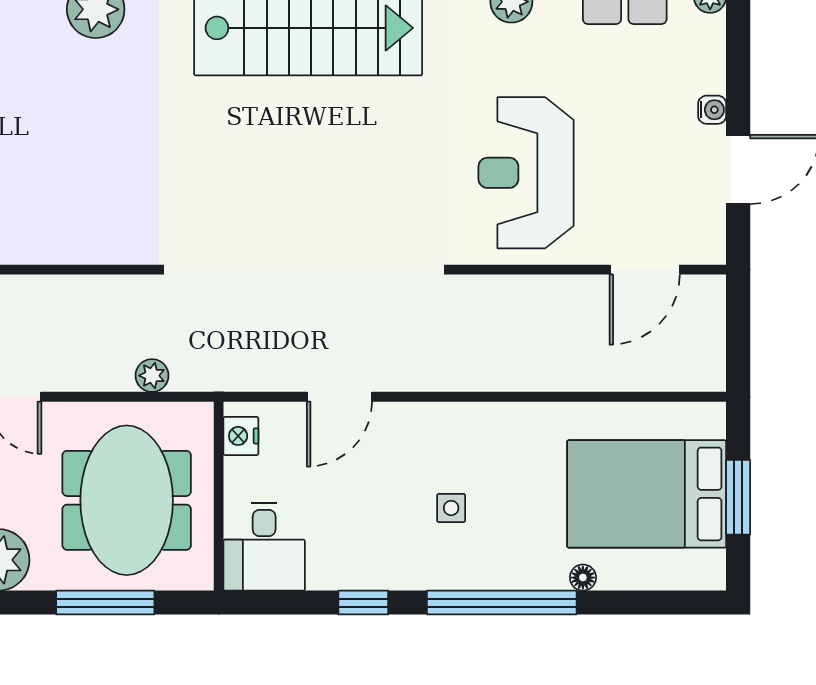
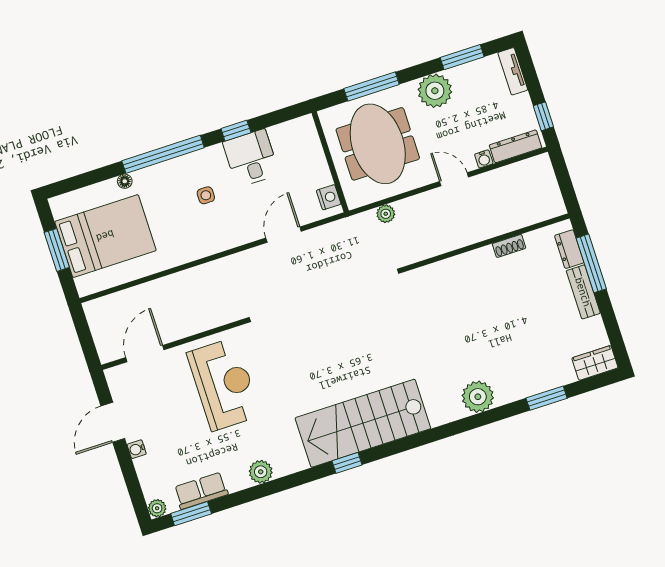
desk: (264, 547) -> (251, 158), moved

